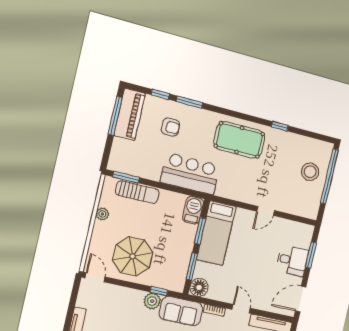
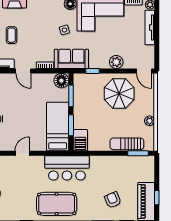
window: (115, 116) -> (157, 198), width x0.46
armchair: (171, 127) -> (113, 200), turned 67
bar counter: (190, 174) -> (67, 168), moved
plant: (152, 301) -> (116, 62), moved

